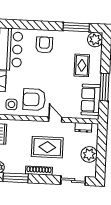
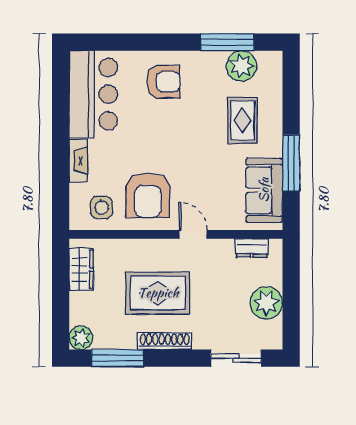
plant: (95, 40) -> (241, 66), moved
armchair: (44, 45) -> (163, 82), turned 90
armchair: (34, 99) -> (148, 195), turned -90
rug: (47, 147) -> (158, 293), moved

